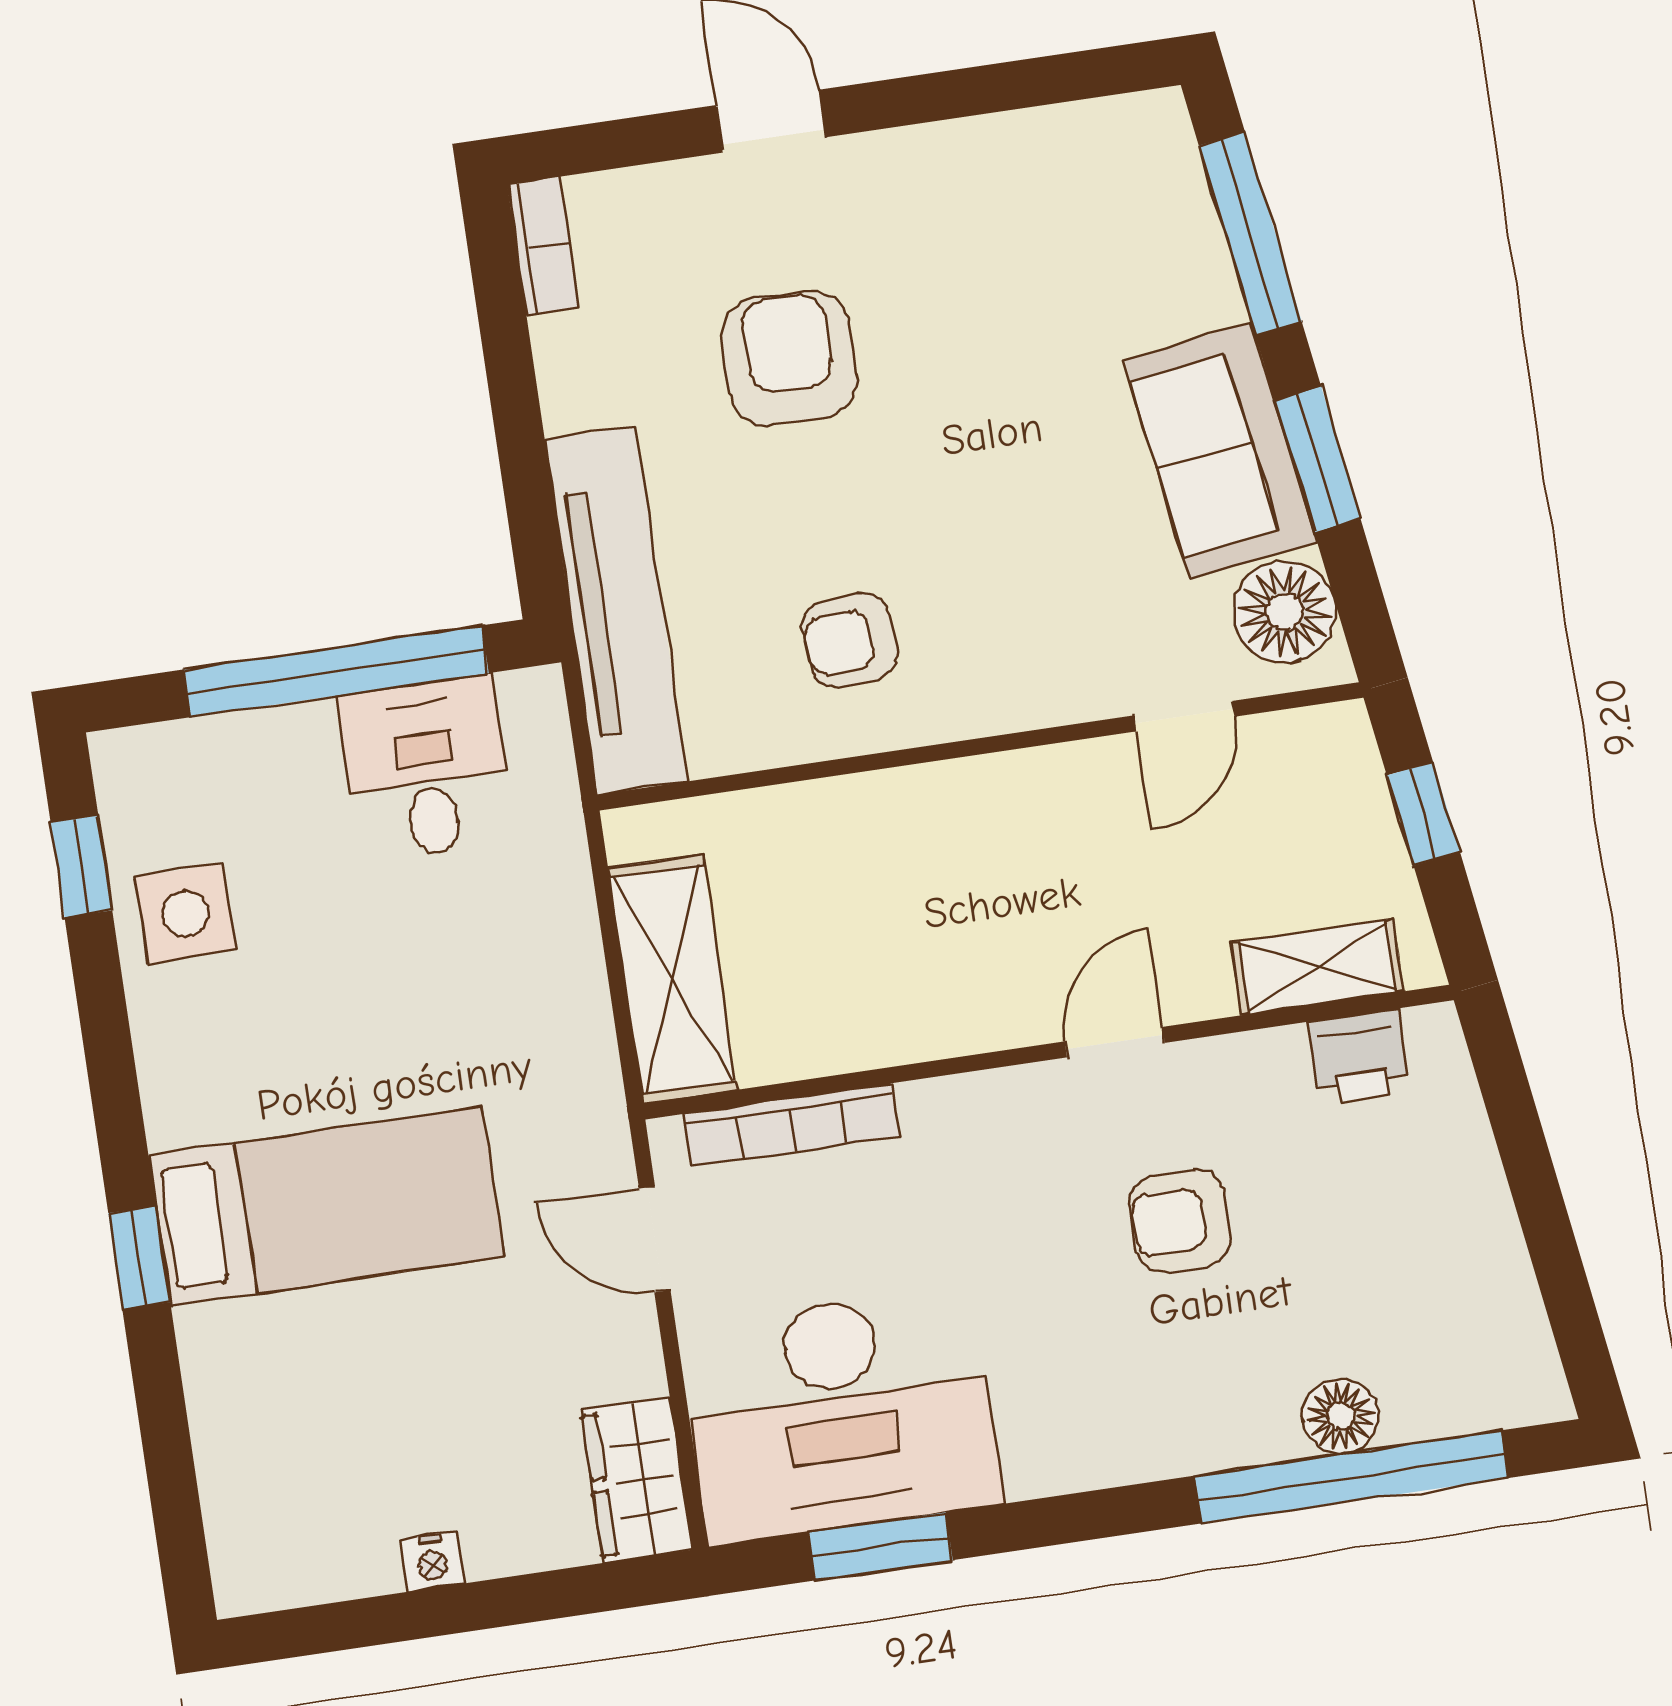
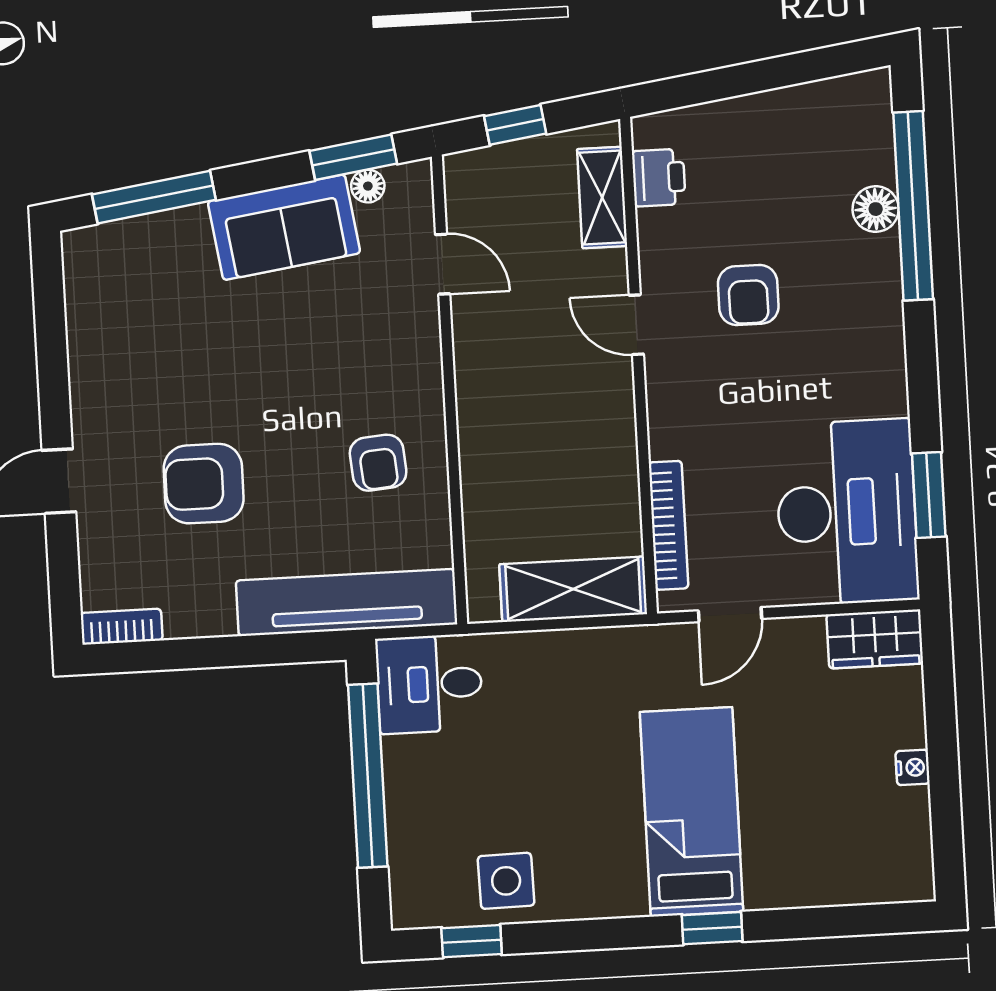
window: (1318, 460) -> (353, 157), moved
floor lamp: (1285, 612) -> (368, 186), width x0.53, depth x0.53
desk: (426, 768) -> (429, 684), moved

